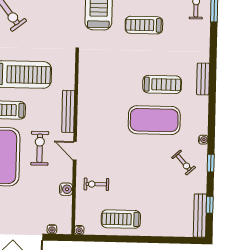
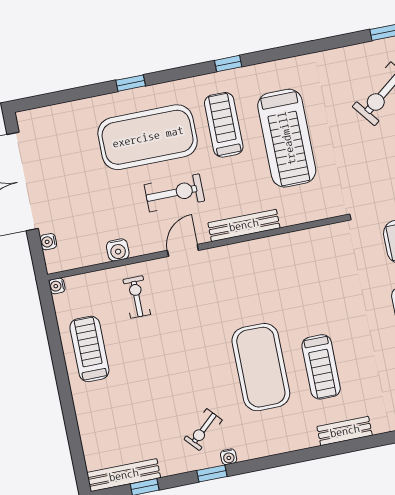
water cooler: (203, 140) -> (229, 457), moved

